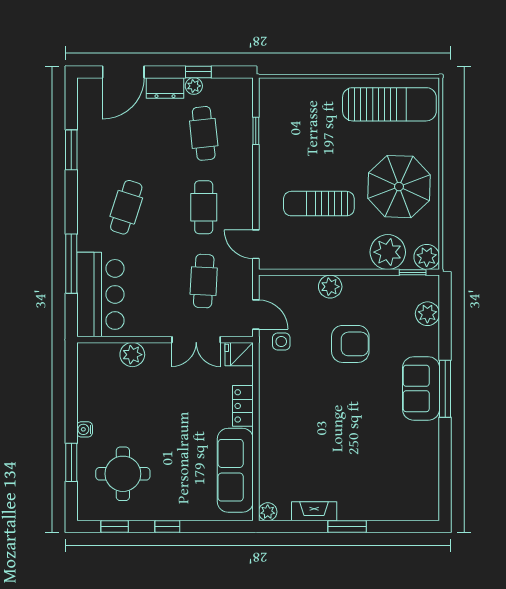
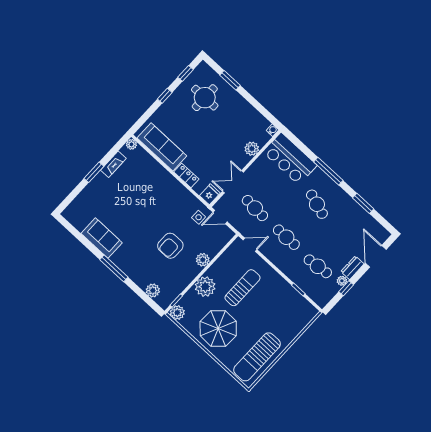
plant: (388, 252) -> (205, 287), moved
window: (71, 264) -> (328, 171), moved
sofa: (421, 388) -> (102, 238), moved
water cooler: (85, 429) -> (273, 130), moved

